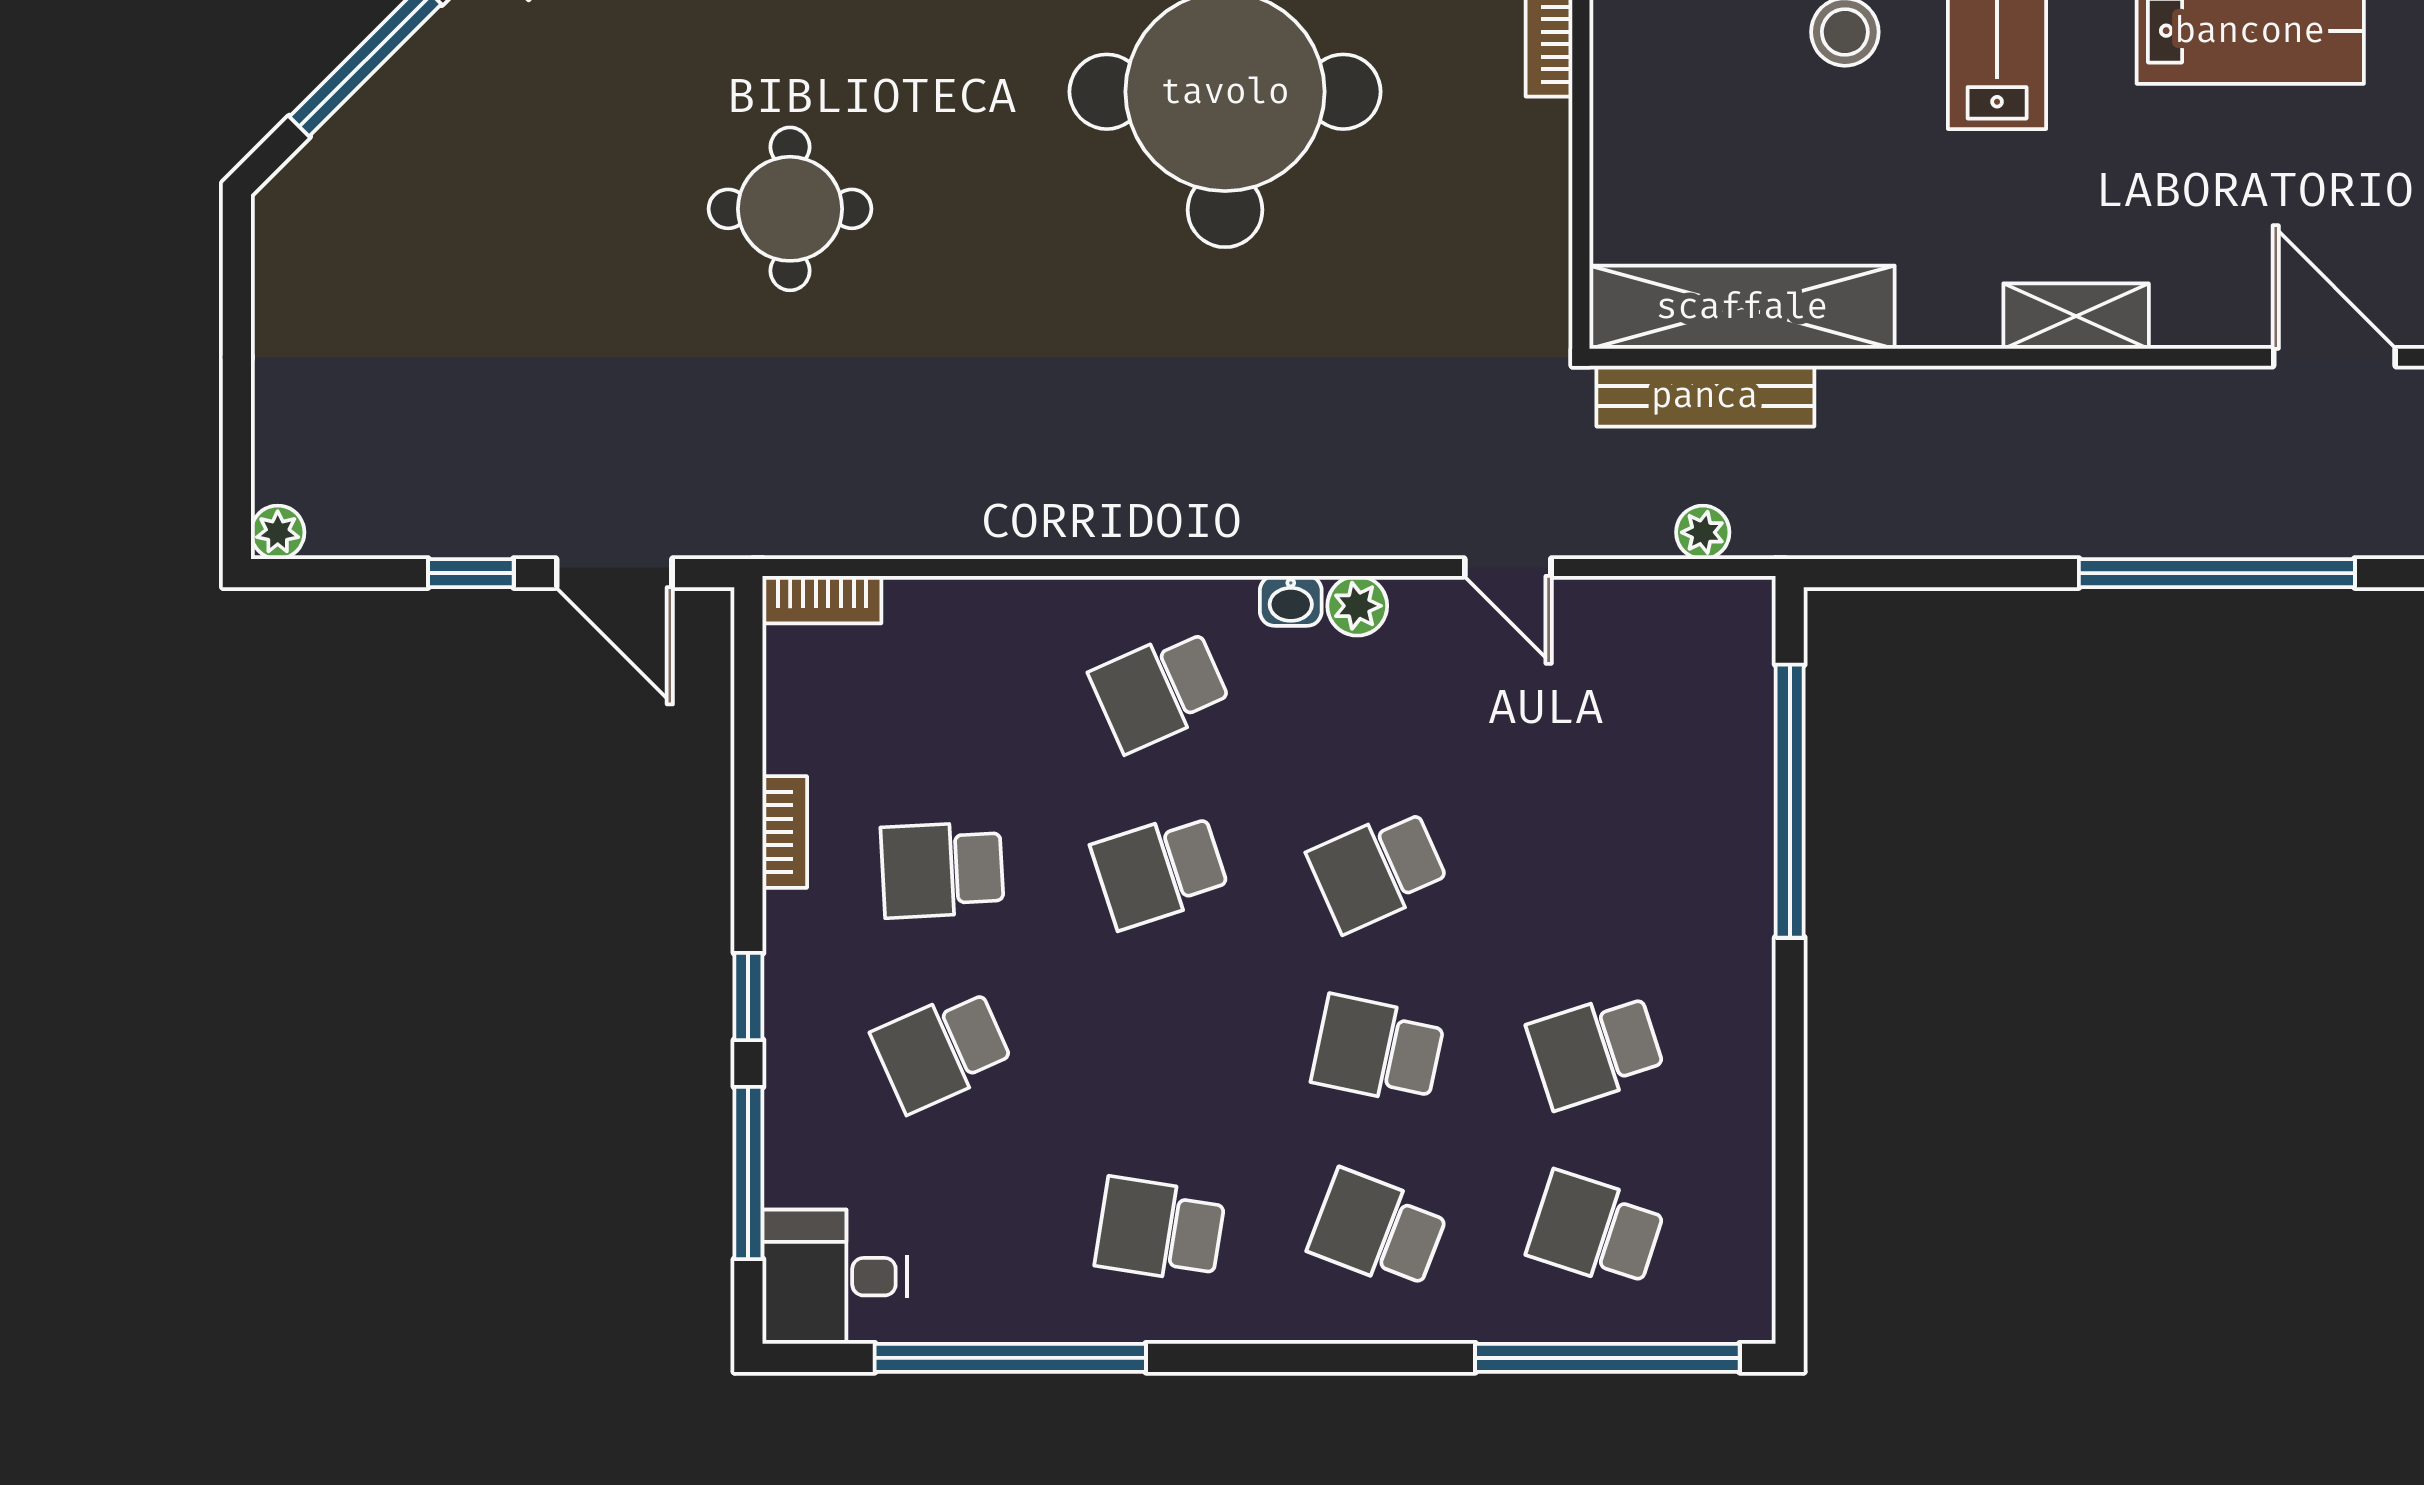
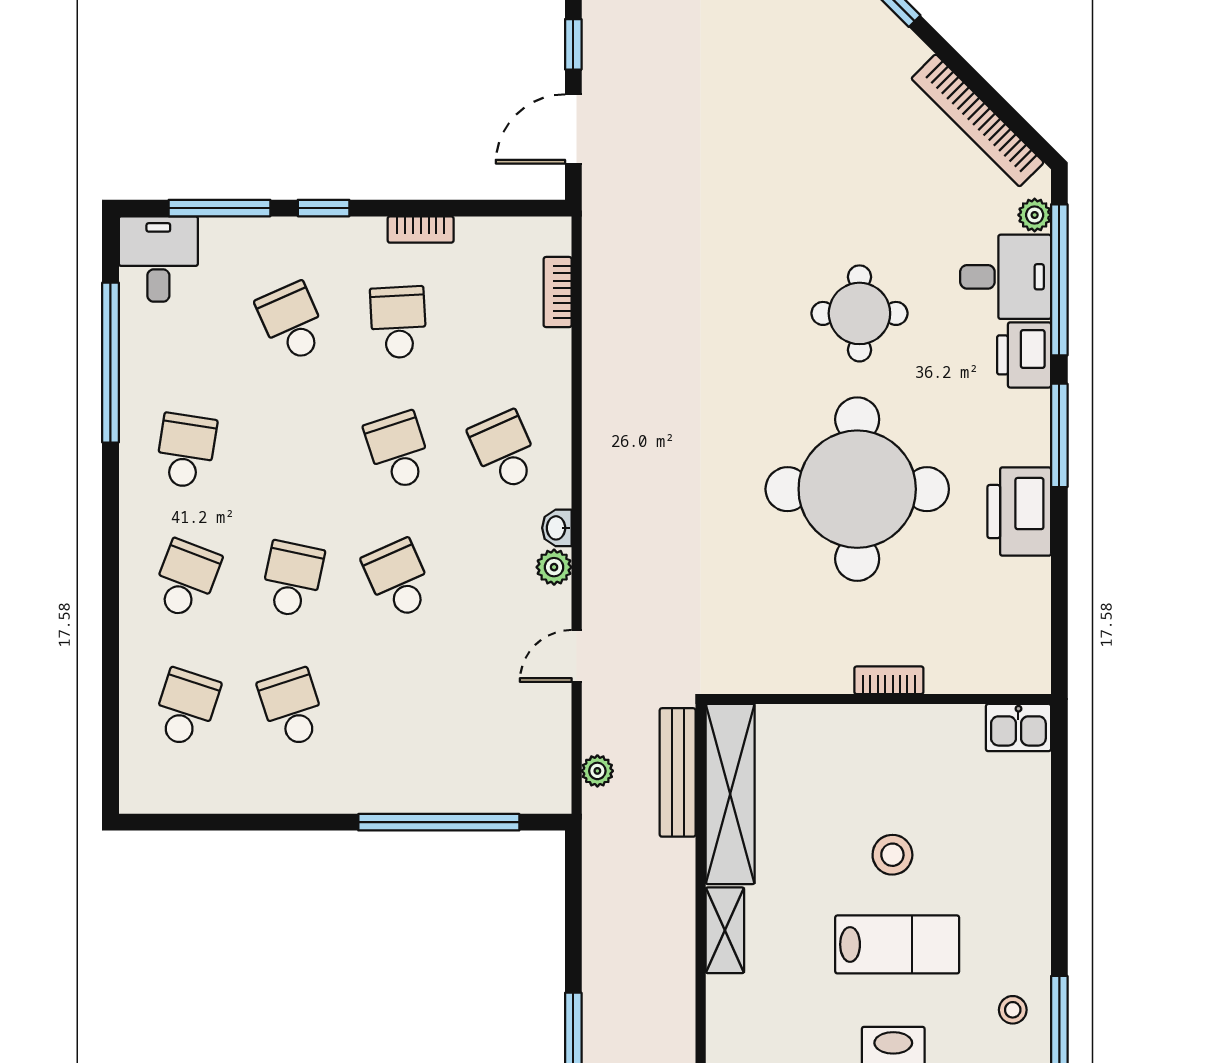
round table: (790, 209) -> (859, 313), moved
shelving: (2076, 316) -> (725, 930), moved
bookcase: (822, 600) -> (558, 292), moved
window: (1607, 1358) -> (110, 715), removed

